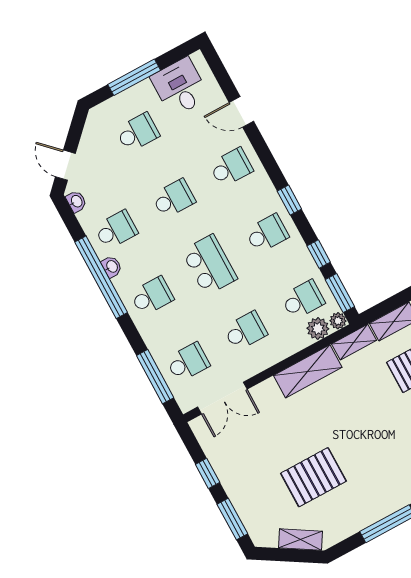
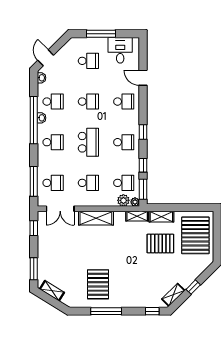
shelving: (308, 371) -> (96, 218), moved
window: (208, 473) -> (34, 228), moved
pallet: (313, 477) -> (98, 284), moved, turned 90
shelving: (301, 540) -> (52, 291), moved

